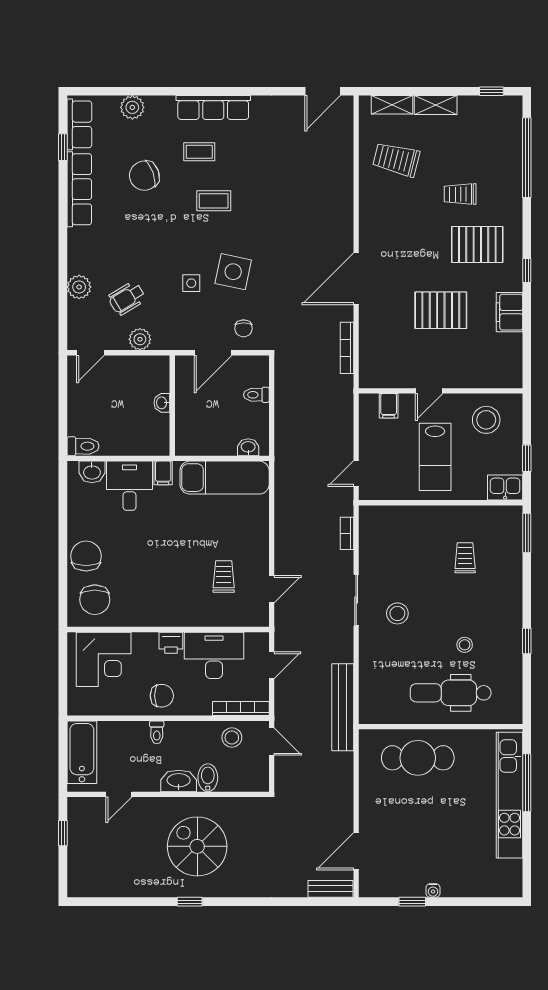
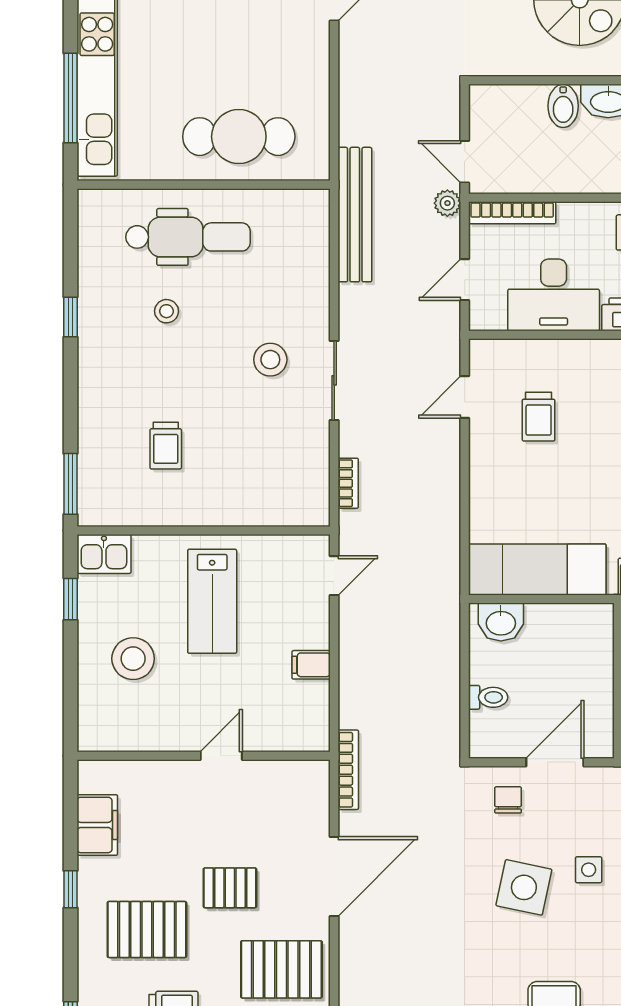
pallet: (390, 219) -> (281, 969), added
pallet: (441, 310) -> (230, 888), moved, width x0.67, depth x0.71
door: (429, 391) -> (221, 756), moved
wall: (441, 391) -> (204, 756), moved
filing cabinet: (389, 406) -> (311, 665), moved, turned -90
washbasin: (248, 447) -> (501, 622), width x1.38, depth x1.45
lab bench: (435, 457) -> (212, 601), turned 180
plant: (283, 715) -> (447, 203), added
stool: (232, 738) -> (526, 168), removed

